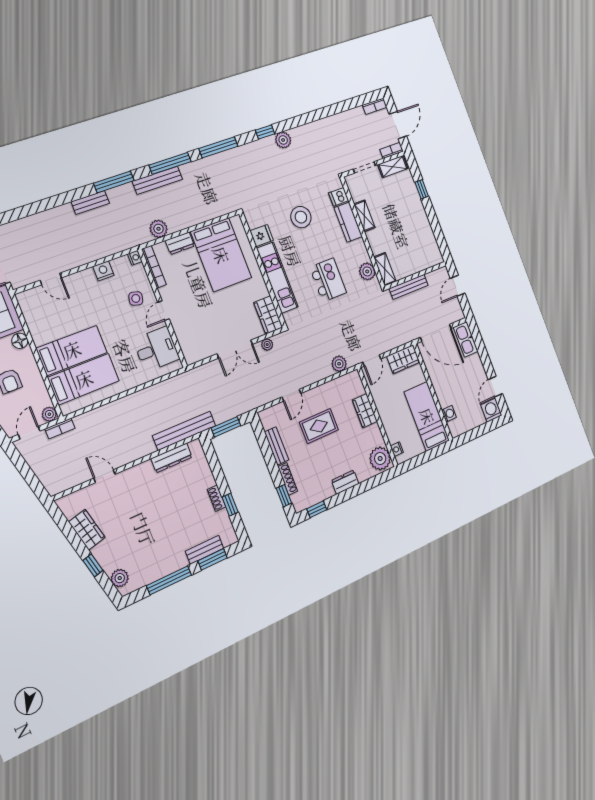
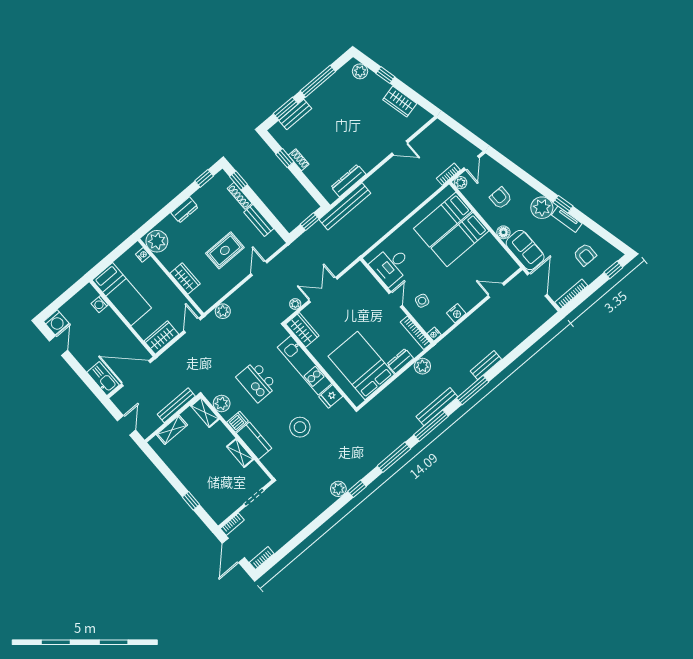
shelving: (393, 167) -> (172, 430), moved
dishwasher: (339, 197) -> (238, 422), moved
window: (226, 427) -> (310, 222), width x0.67

